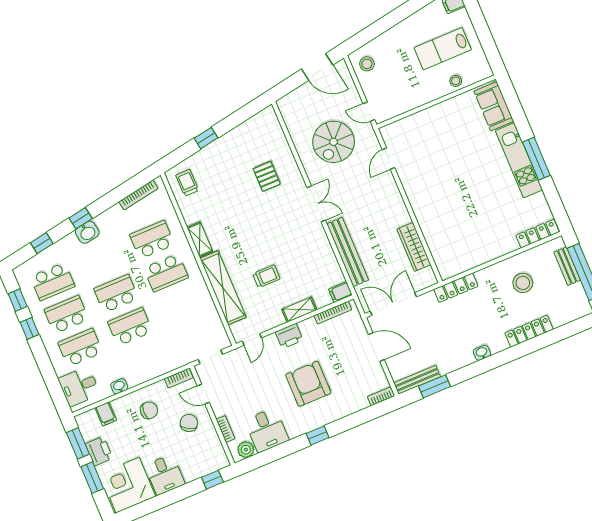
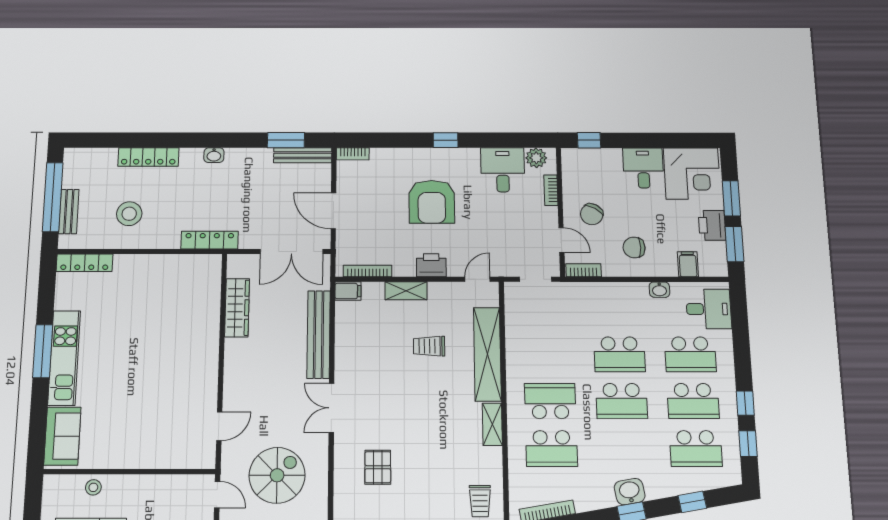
school desk: (53, 282) -> (696, 448), turned 180

